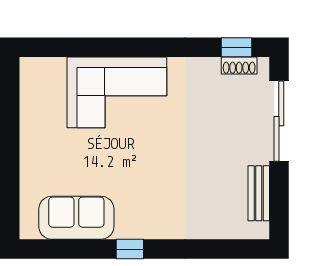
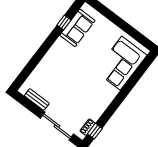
corner sofa: (117, 92) -> (121, 63), moved
window: (130, 249) -> (64, 22), moved

